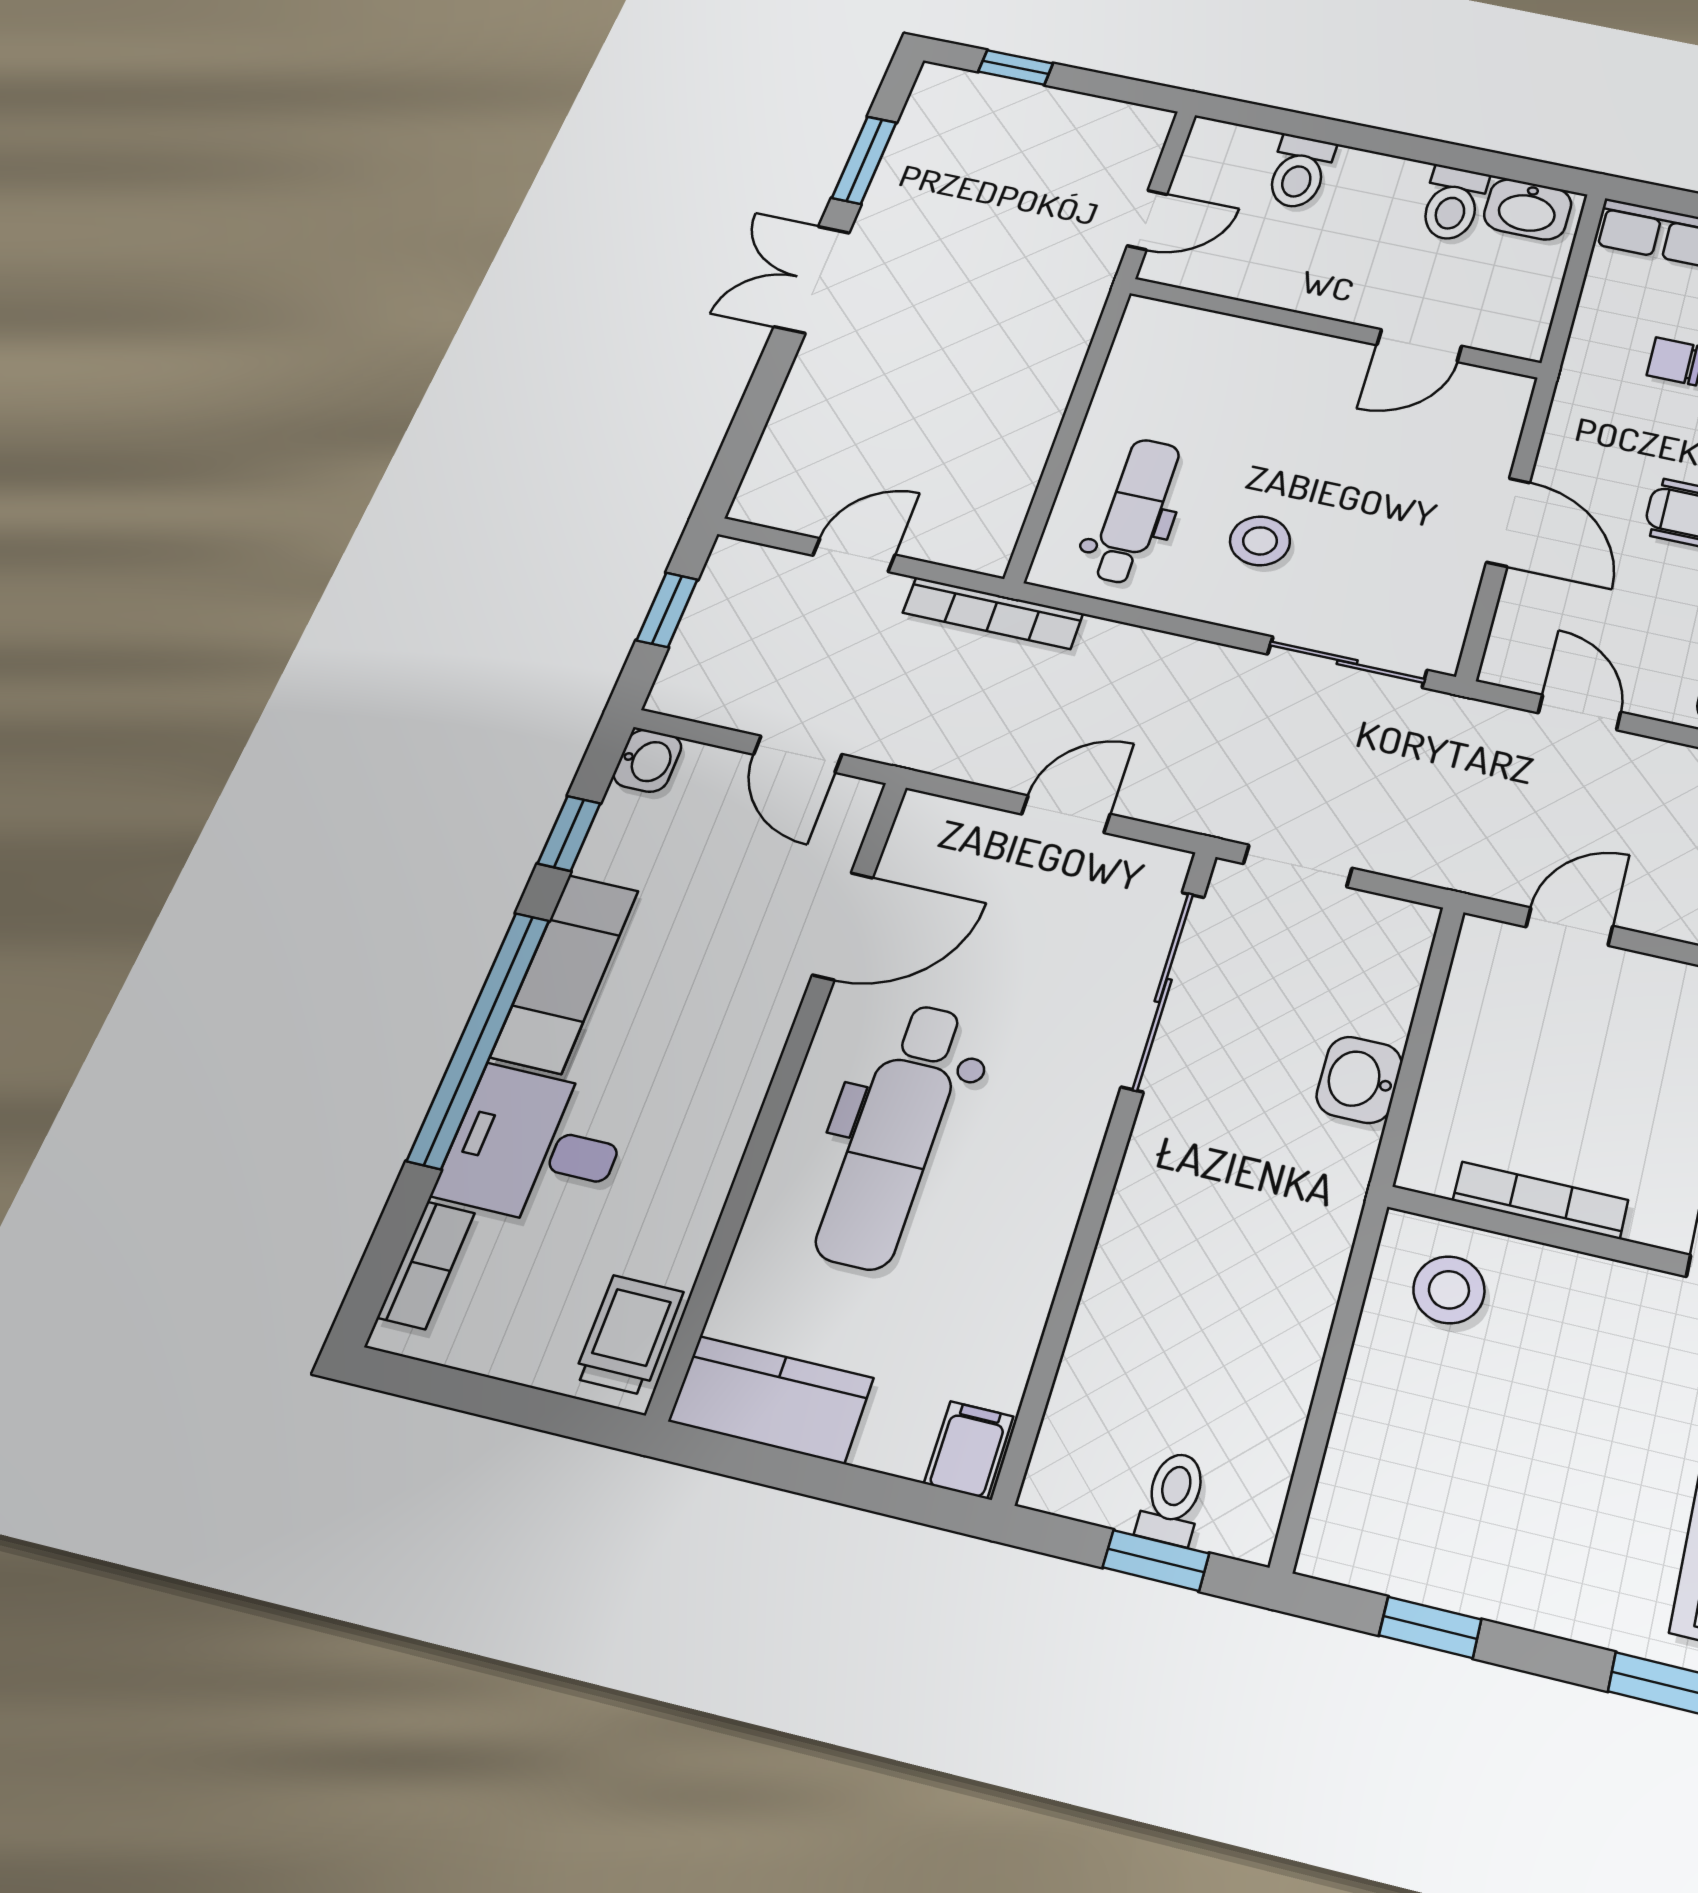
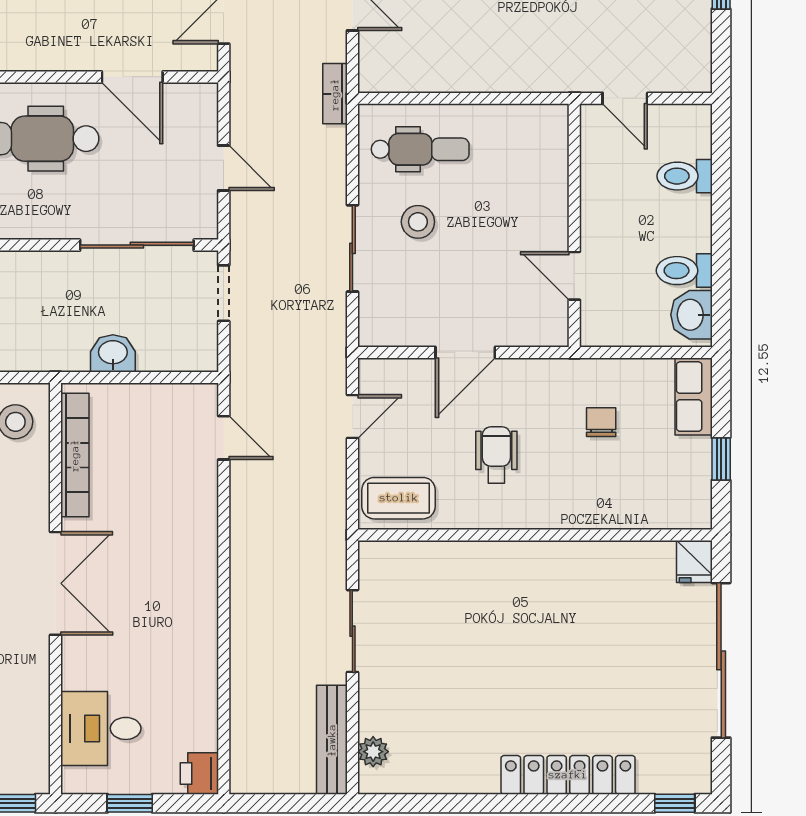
bookcase: (993, 613) -> (335, 94), width x0.64
sliding door: (1347, 662) -> (352, 248), moved
bookcase: (1541, 1200) -> (75, 455), width x1.48, depth x1.31

